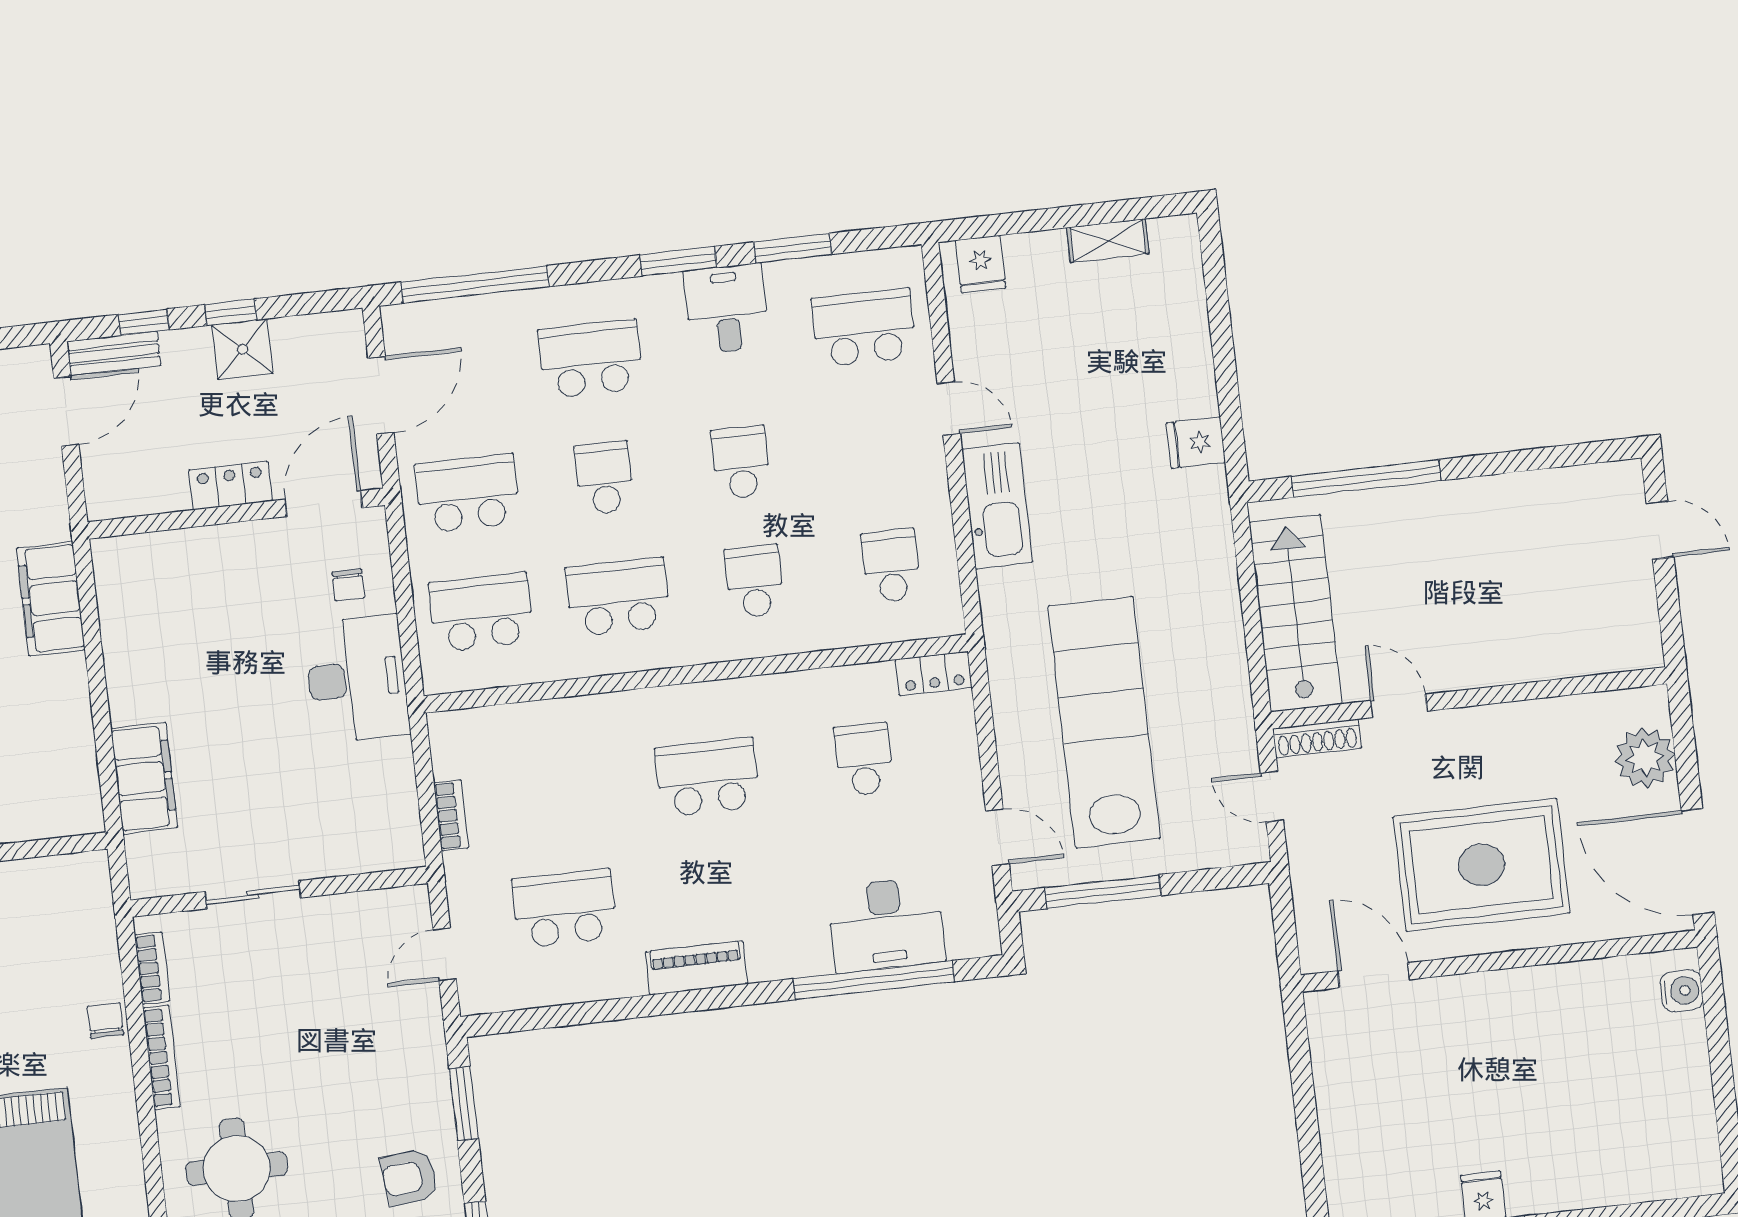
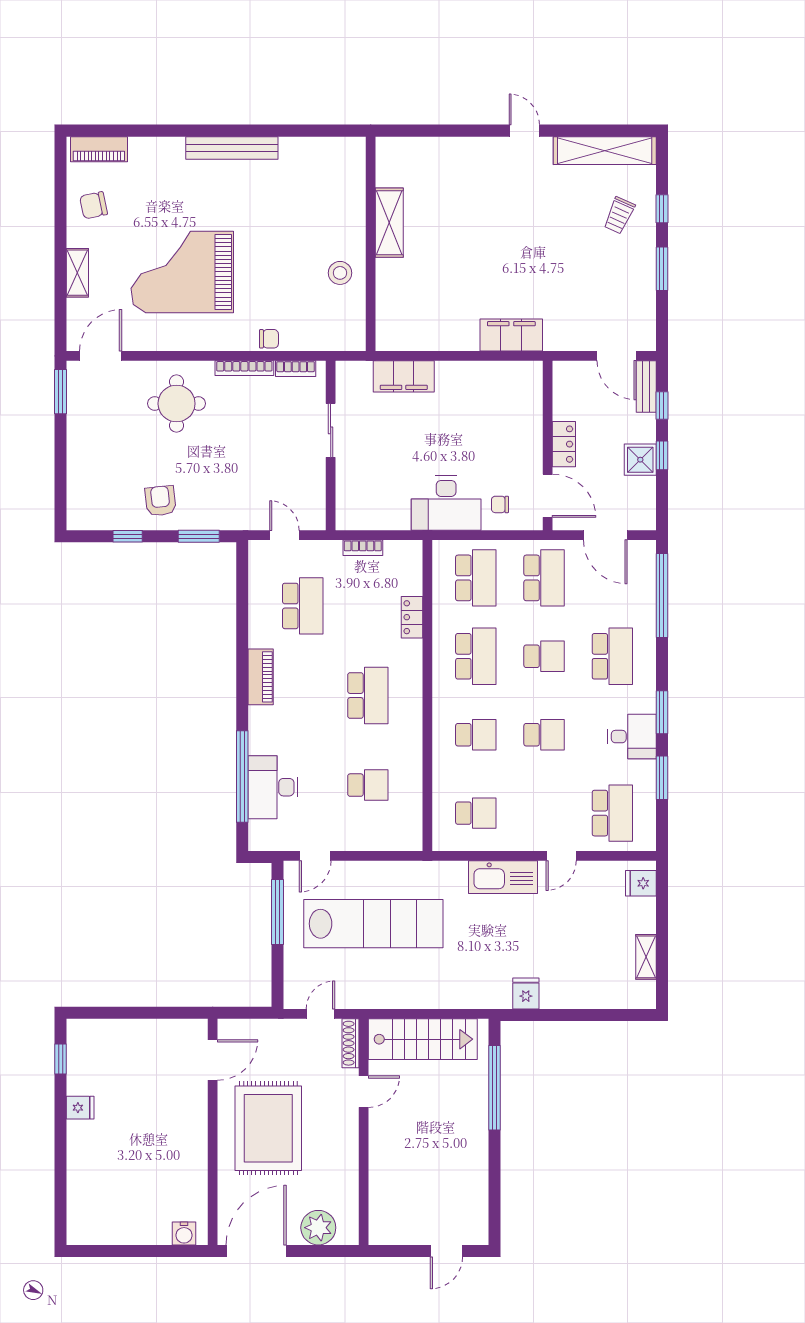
locker: (934, 673) -> (412, 617), moved

